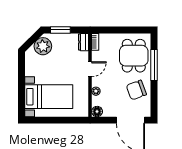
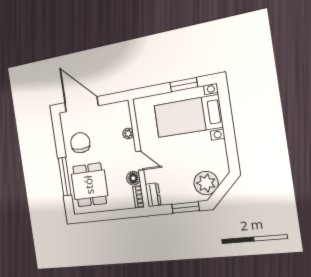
door: (90, 69) -> (140, 161), swing flipped
chair: (136, 90) -> (80, 143), turned -70
floor lamp: (97, 111) -> (133, 178), moved
window: (48, 120) -> (184, 85), added

